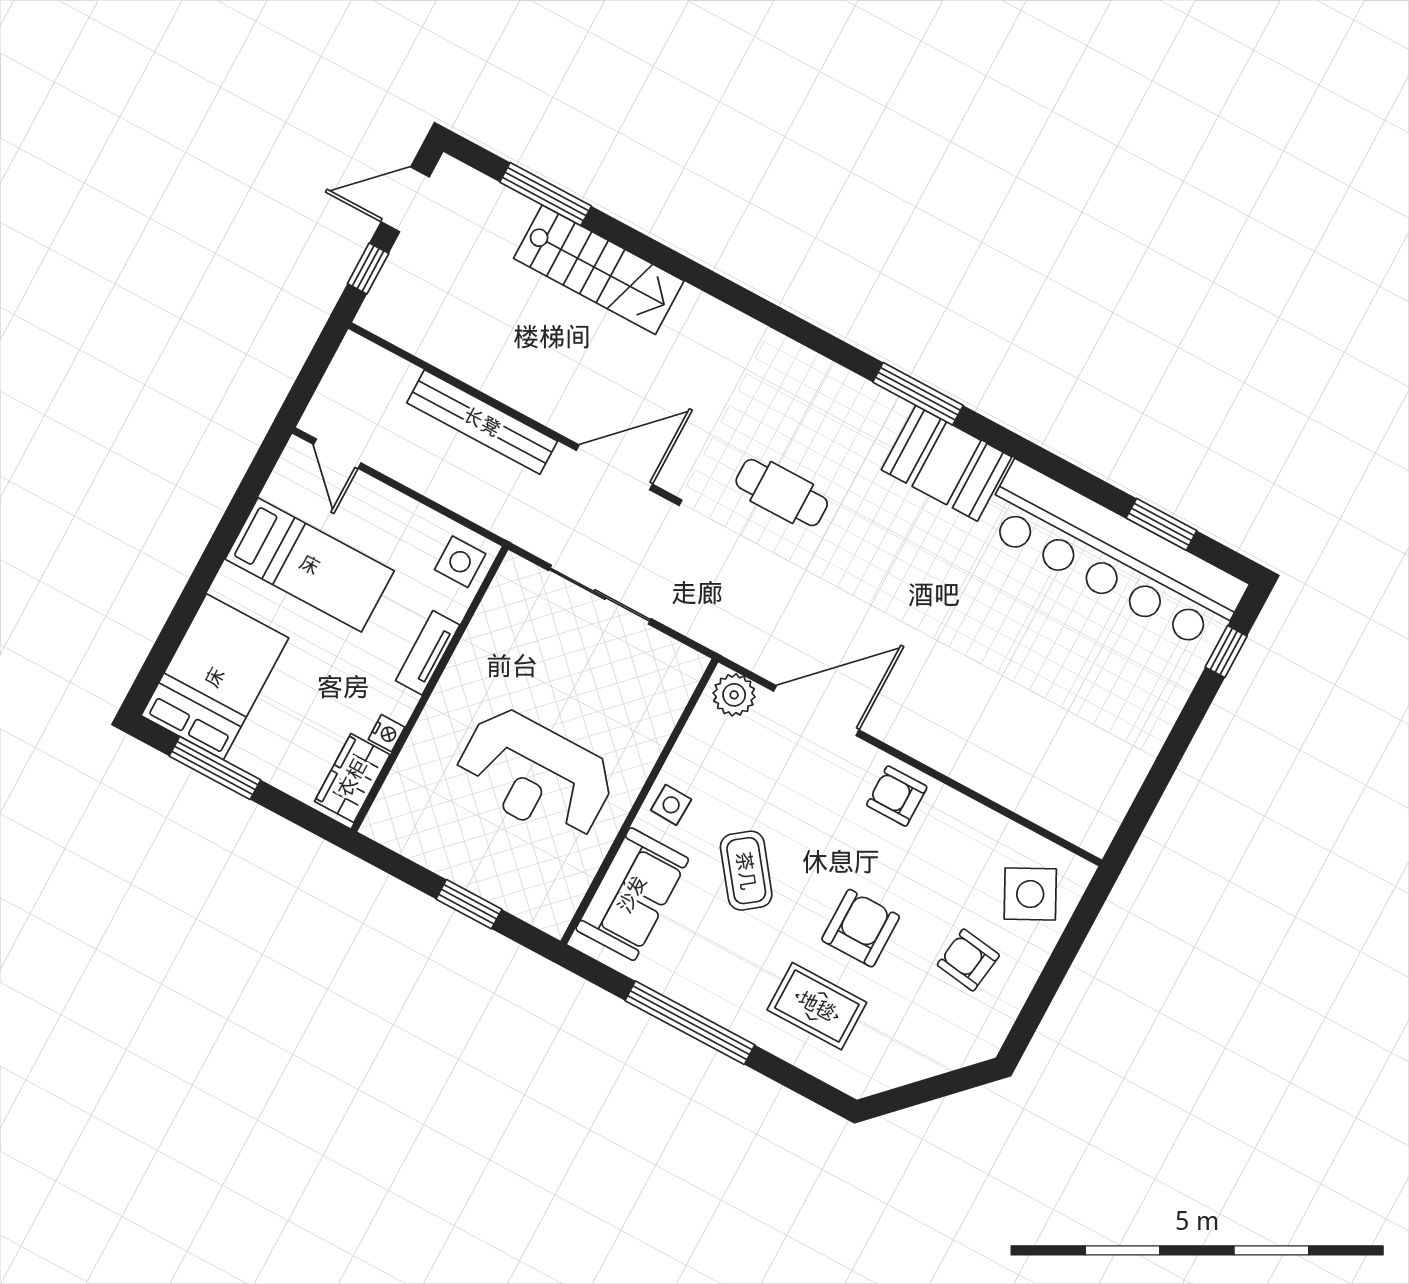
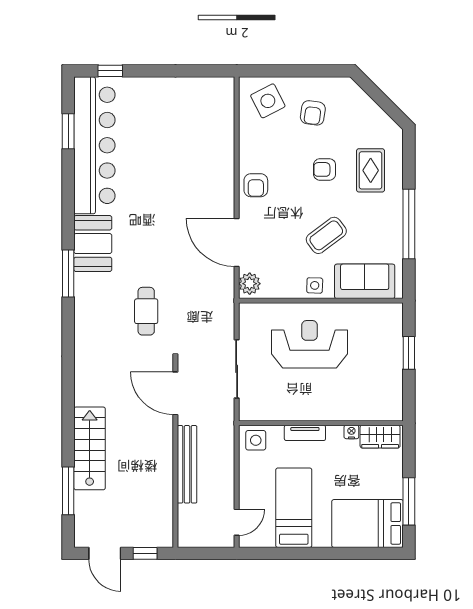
reception desk: (535, 775) -> (310, 344), moved, turned -90
armchair: (861, 928) -> (325, 169), width x0.72, depth x0.72

